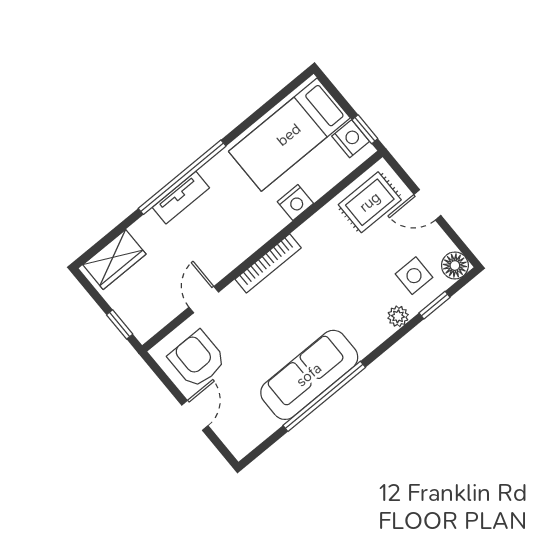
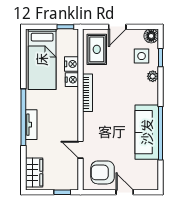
nightstand: (351, 139) -> (71, 64), moved, turned 90
bookcase: (268, 263) -> (87, 93), moved

